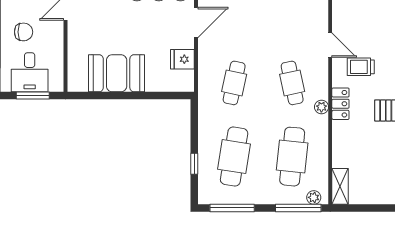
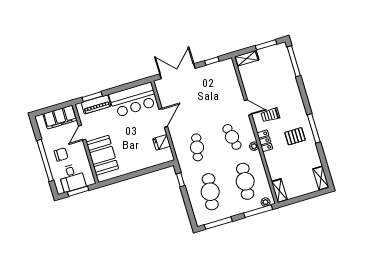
booth: (117, 73) -> (102, 155), moved, turned 90
window: (194, 164) -> (181, 180), moved

